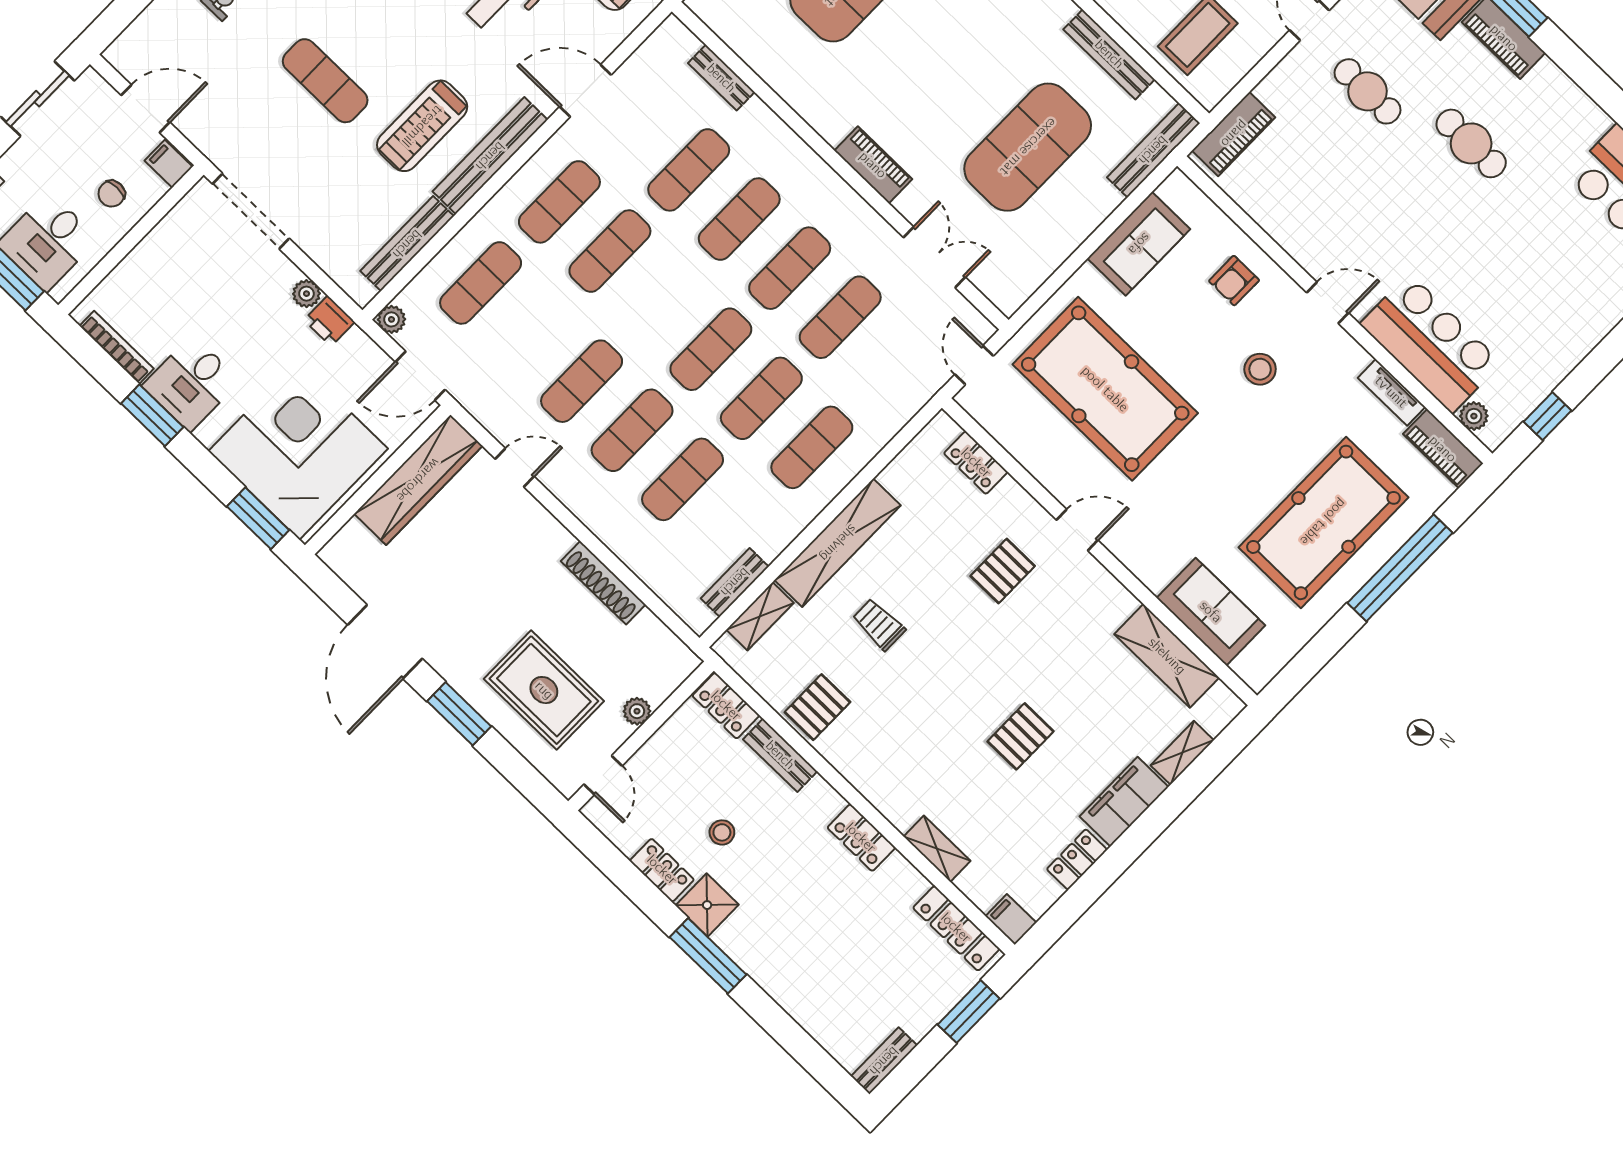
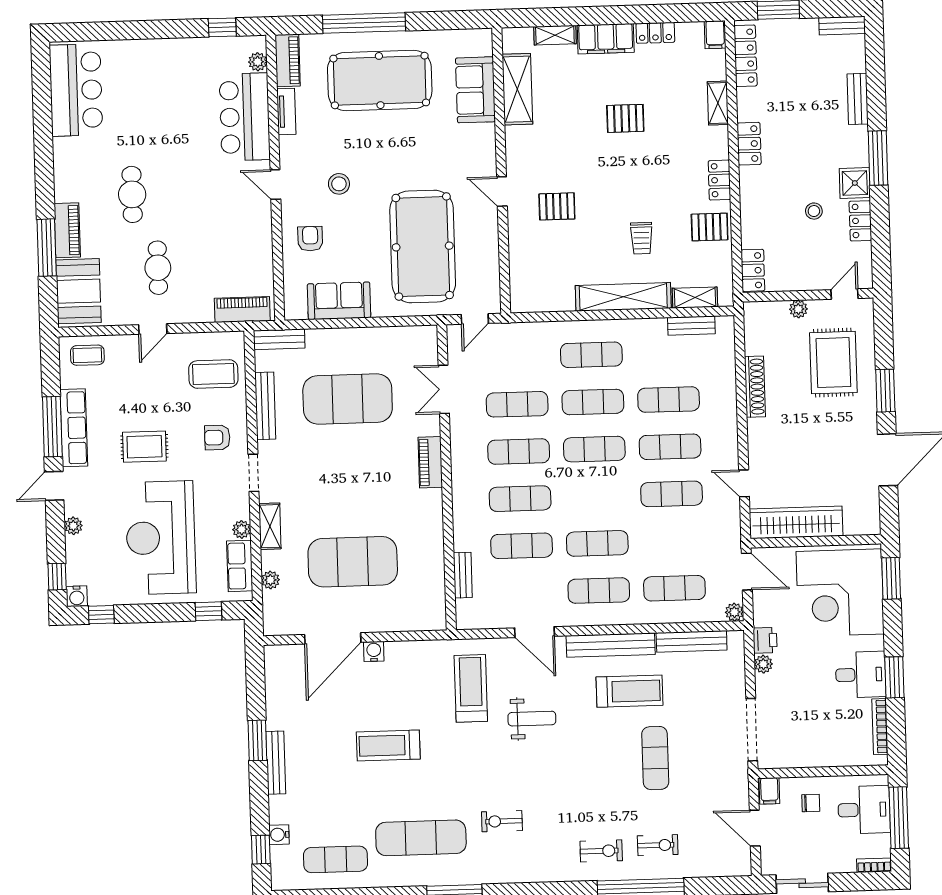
bench: (1153, 150) -> (279, 339), width x0.73
armchair: (1234, 281) -> (310, 239), turned -90
locker: (976, 463) -> (719, 180), moved, turned 180
bench: (780, 755) -> (858, 99), moved

